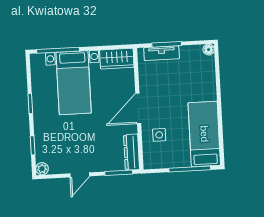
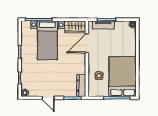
door: (138, 108) -> (87, 43), moved
bed: (204, 134) -> (123, 77), width x1.50
door: (80, 175) -> (48, 98), hinge flipped

